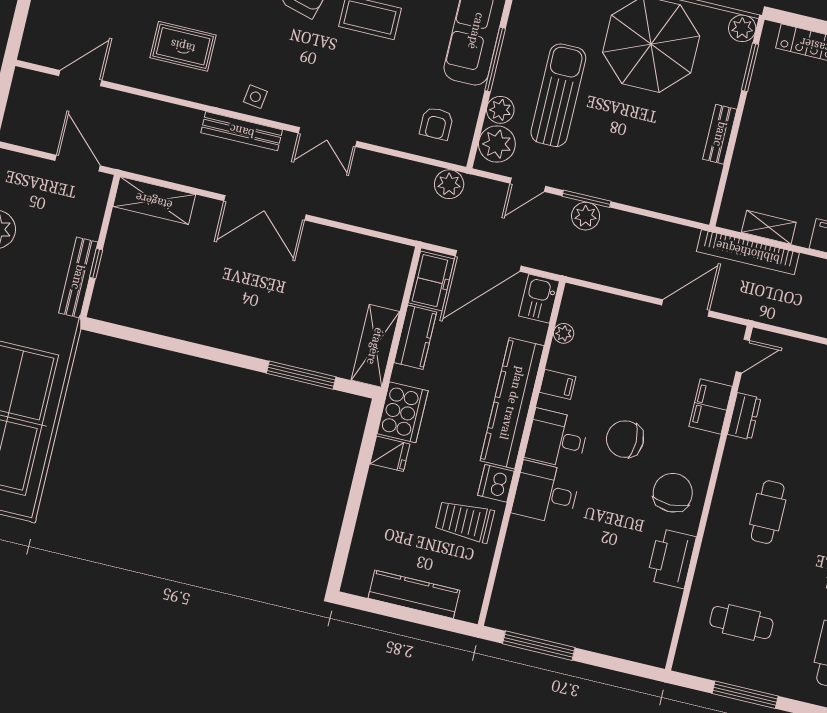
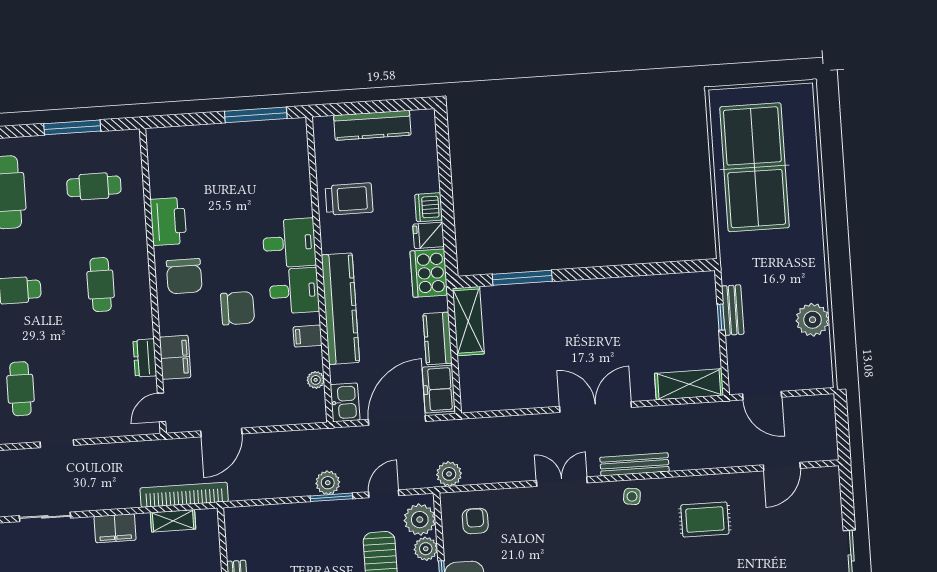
bench: (78, 277) -> (733, 310), width x0.73
dishwasher: (496, 483) -> (429, 207), moved, turned 180

